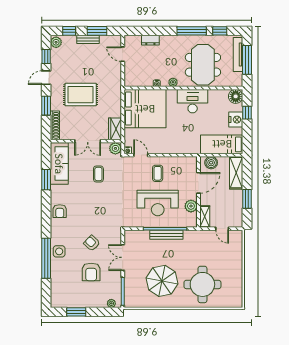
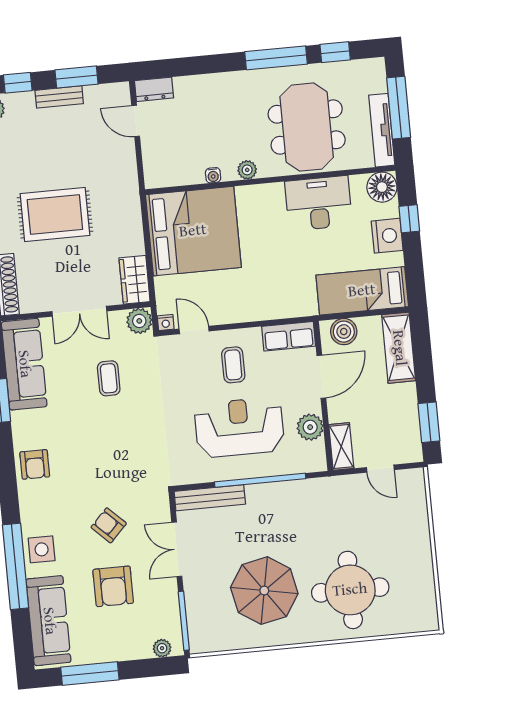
dresser: (150, 40) -> (154, 89), moved
tv unit: (238, 55) -> (382, 130), moved
desk: (193, 101) -> (318, 203), moved
row of seats: (185, 162) -> (289, 336), added
window: (247, 199) -> (429, 422), moved
reception desk: (158, 203) -> (239, 427), turned 180
bench: (166, 235) -> (210, 498), moved
sofa: (59, 285) -> (49, 621), added
window: (76, 312) -> (90, 673), width x1.44

